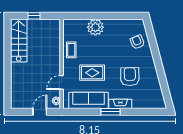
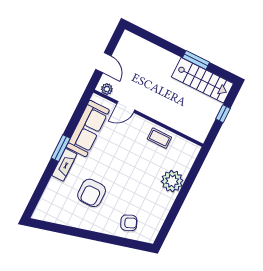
window: (7, 51) -> (196, 60), added
rug: (92, 73) -> (119, 150), removed
armchair: (130, 77) -> (92, 193), turned 91
door: (62, 82) -> (126, 107), swing flipped

